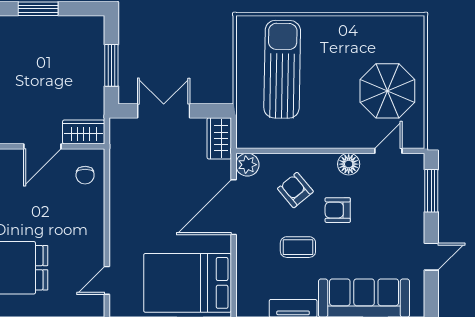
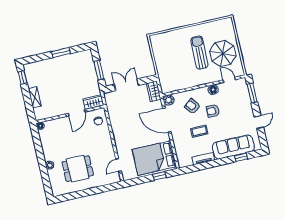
sun lounger: (282, 69) -> (199, 52), moved, width x0.73, depth x0.75
door: (388, 151) -> (229, 80), hinge flipped
door: (234, 207) -> (167, 120), hinge flipped

